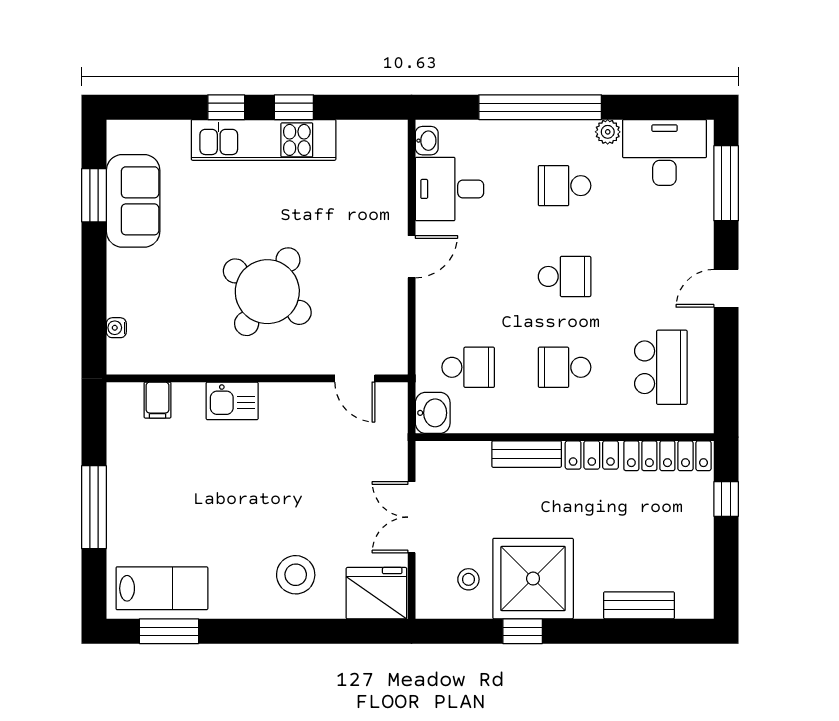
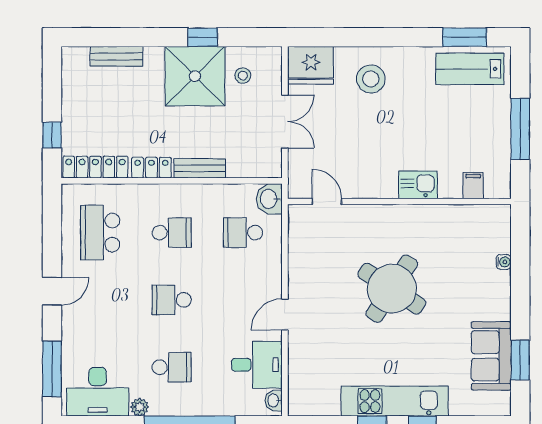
wall: (257, 378) -> (399, 201), moved
door: (355, 378) -> (327, 201), moved
filing cabinet: (158, 400) -> (473, 185), moved
kitchen sink: (232, 401) -> (418, 185), moved

